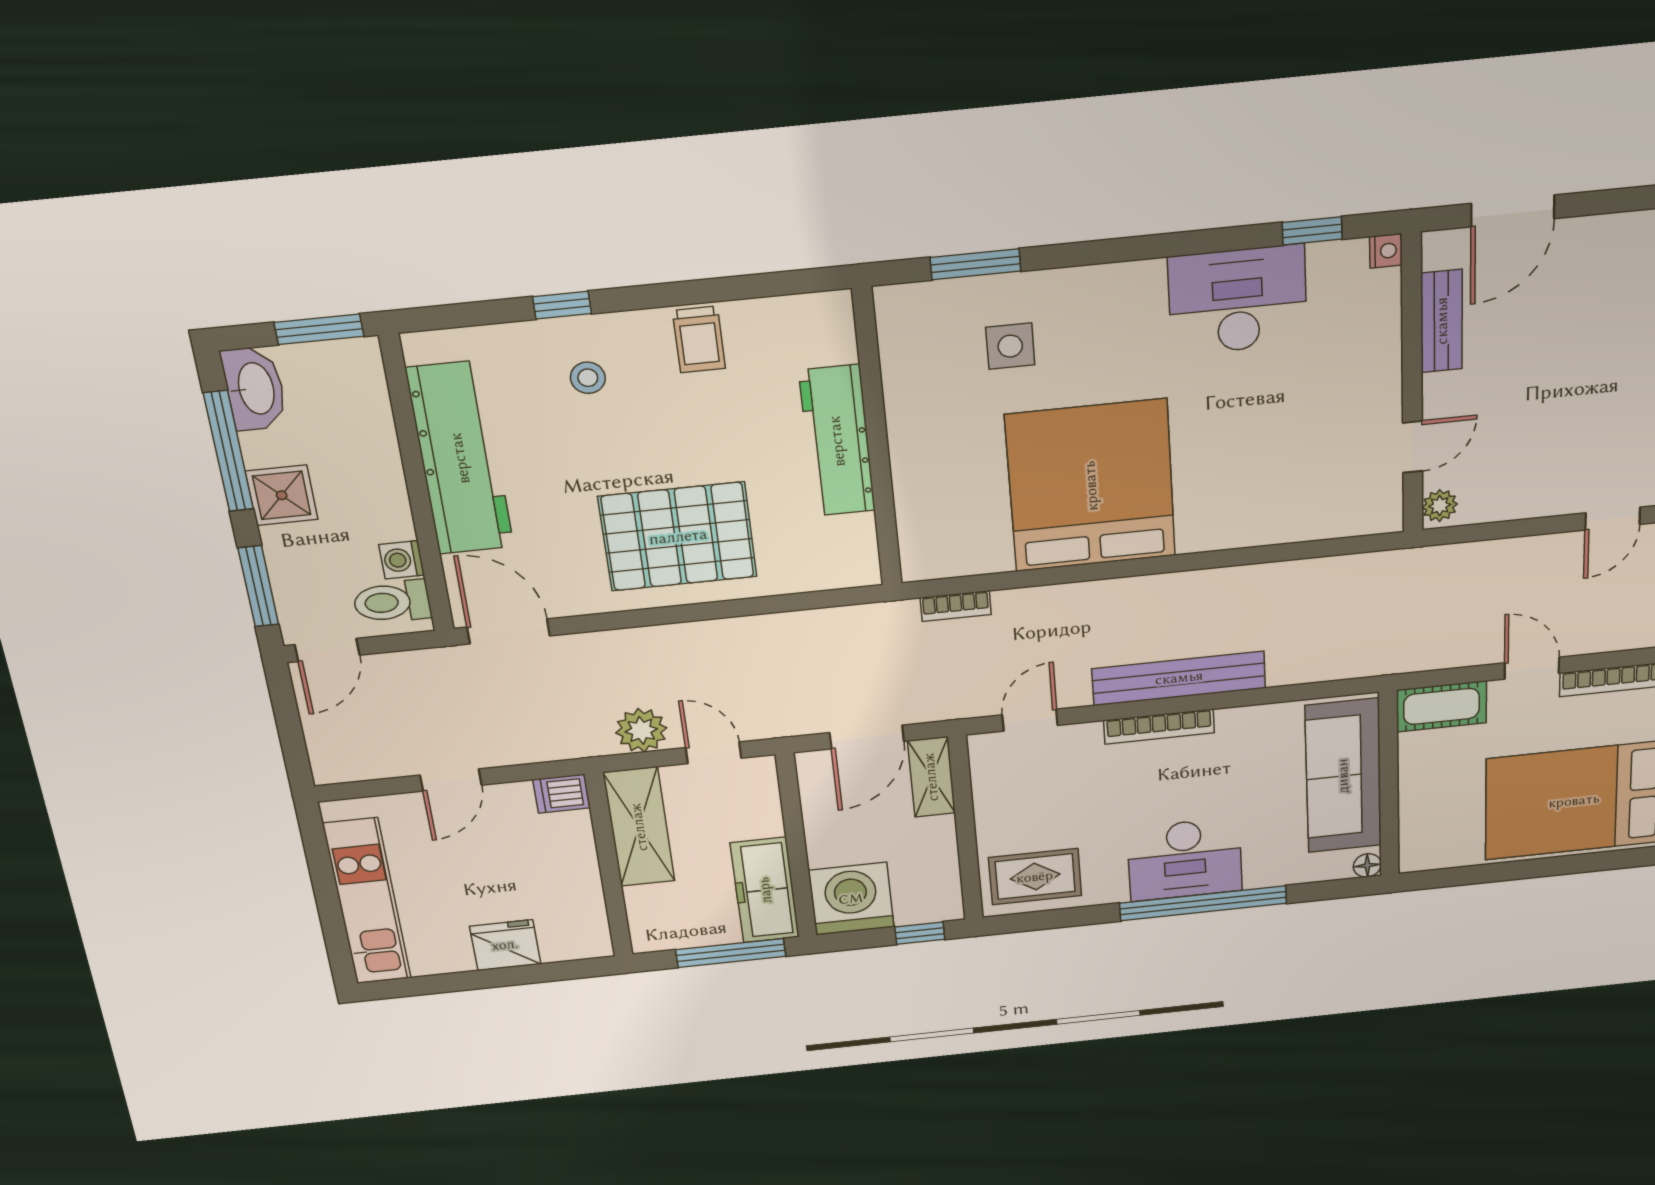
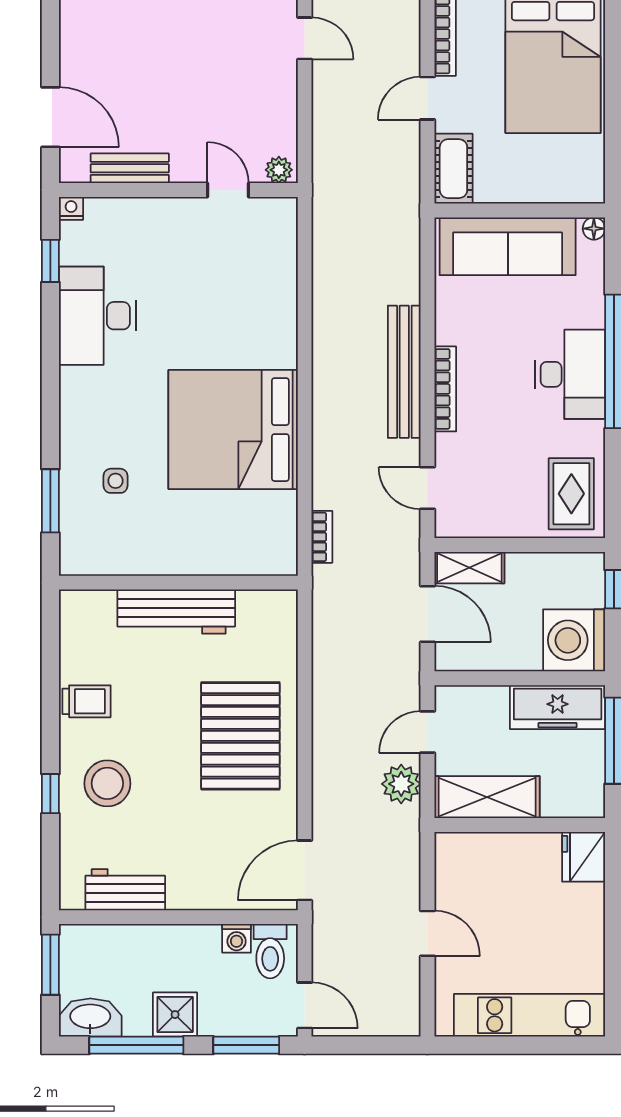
side table: (1010, 346) -> (116, 481), width x0.73, depth x0.73
stool: (588, 378) -> (107, 783), width x1.89, depth x1.89
workbench: (460, 458) -> (125, 890), width x0.53, depth x0.76
dishwasher: (562, 794) -> (450, 852), removed
fridge: (505, 945) -> (584, 857), moved

